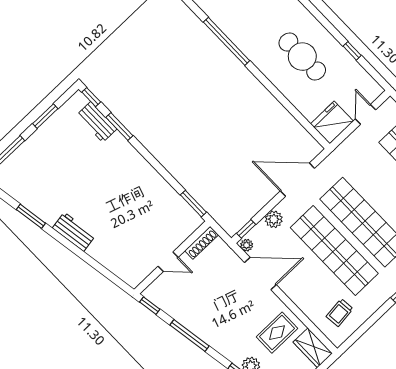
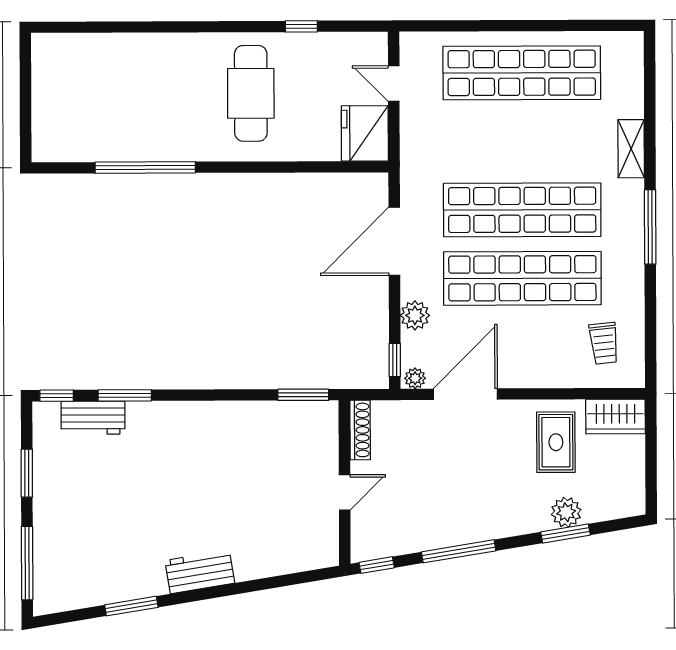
cafe table: (302, 57) -> (251, 93), turned 90

